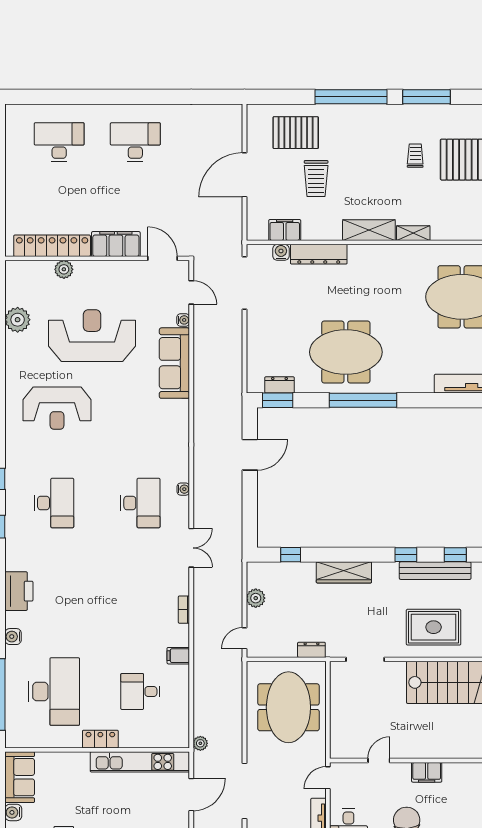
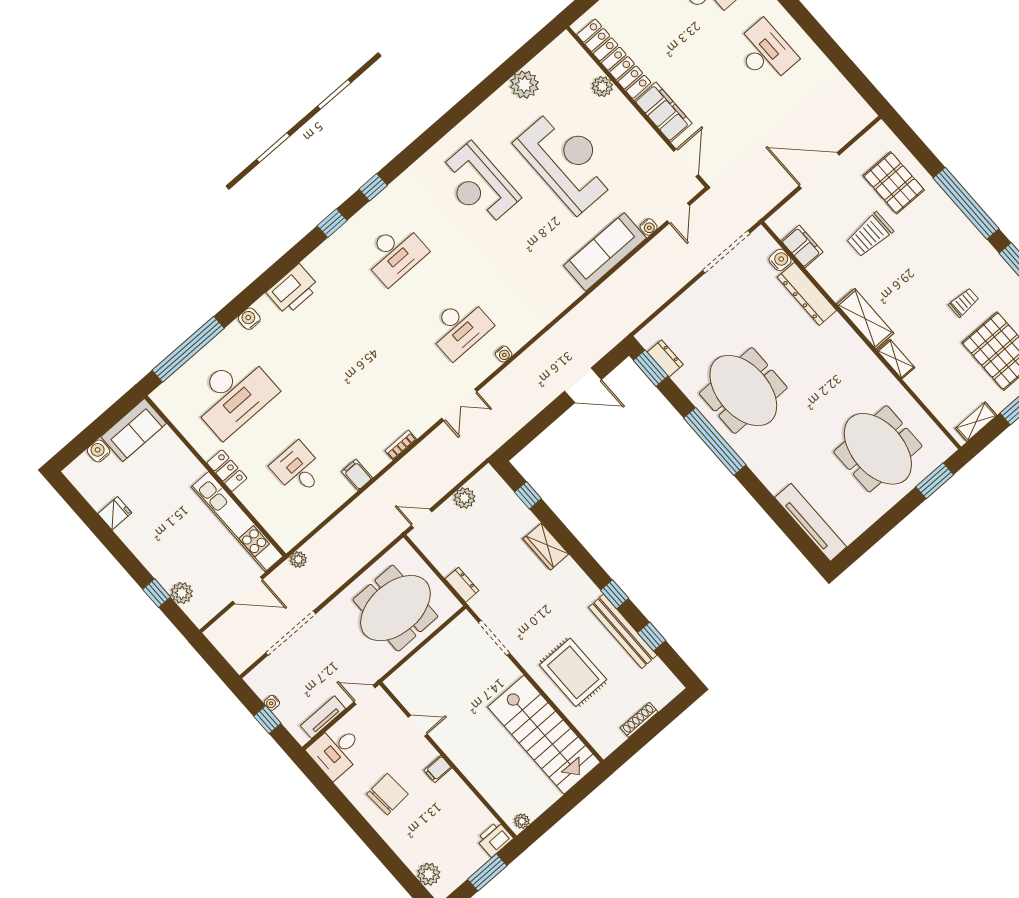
wardrobe: (344, 572) -> (546, 546), width x0.67
filing cabinet: (427, 772) -> (438, 769), width x0.50

